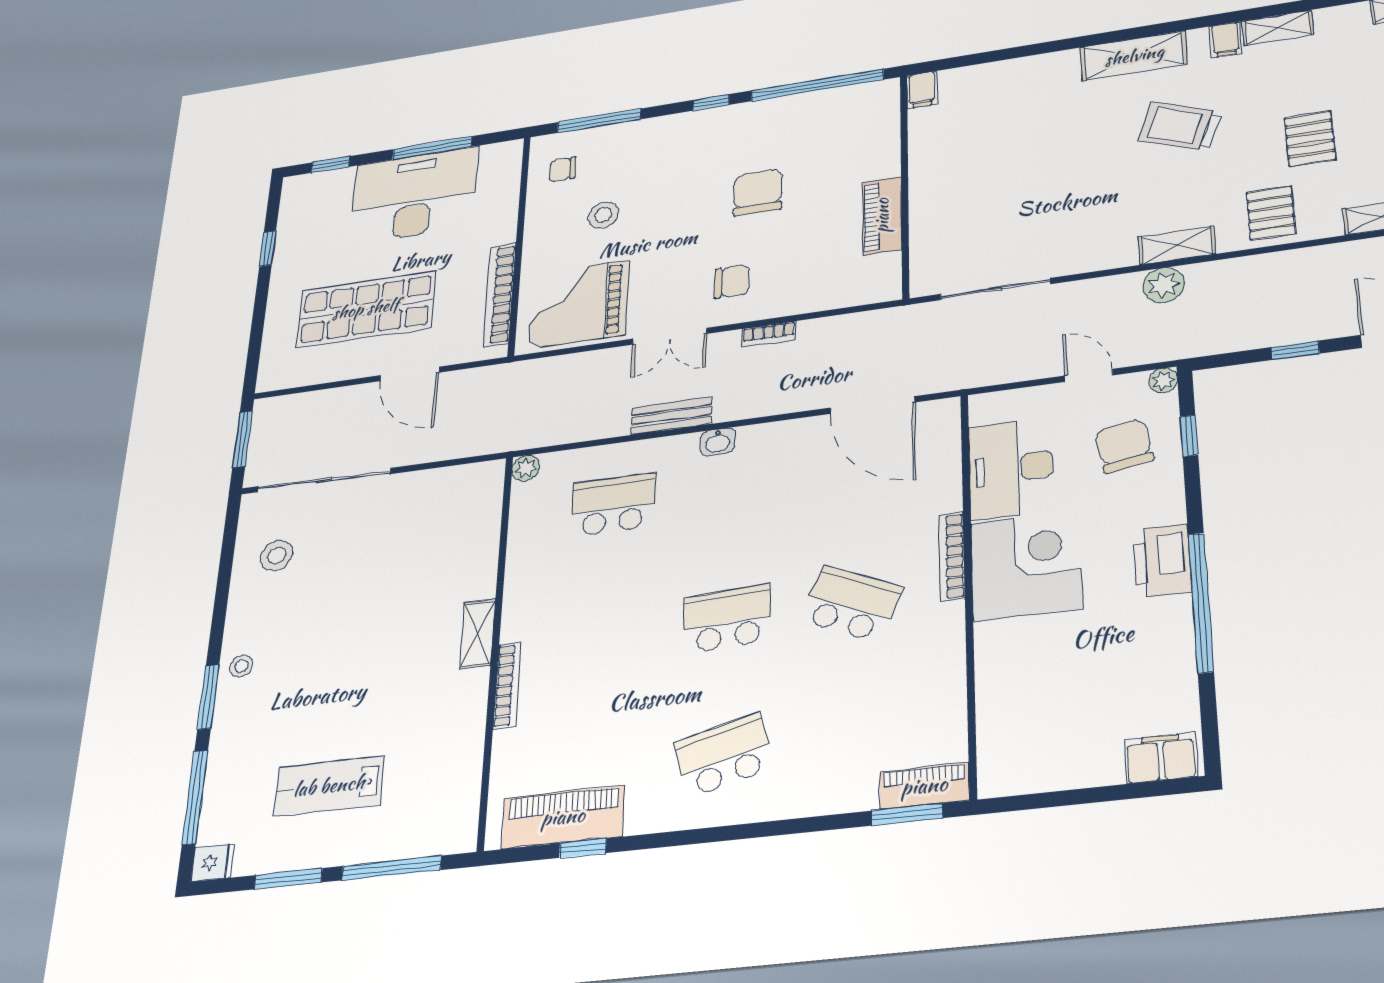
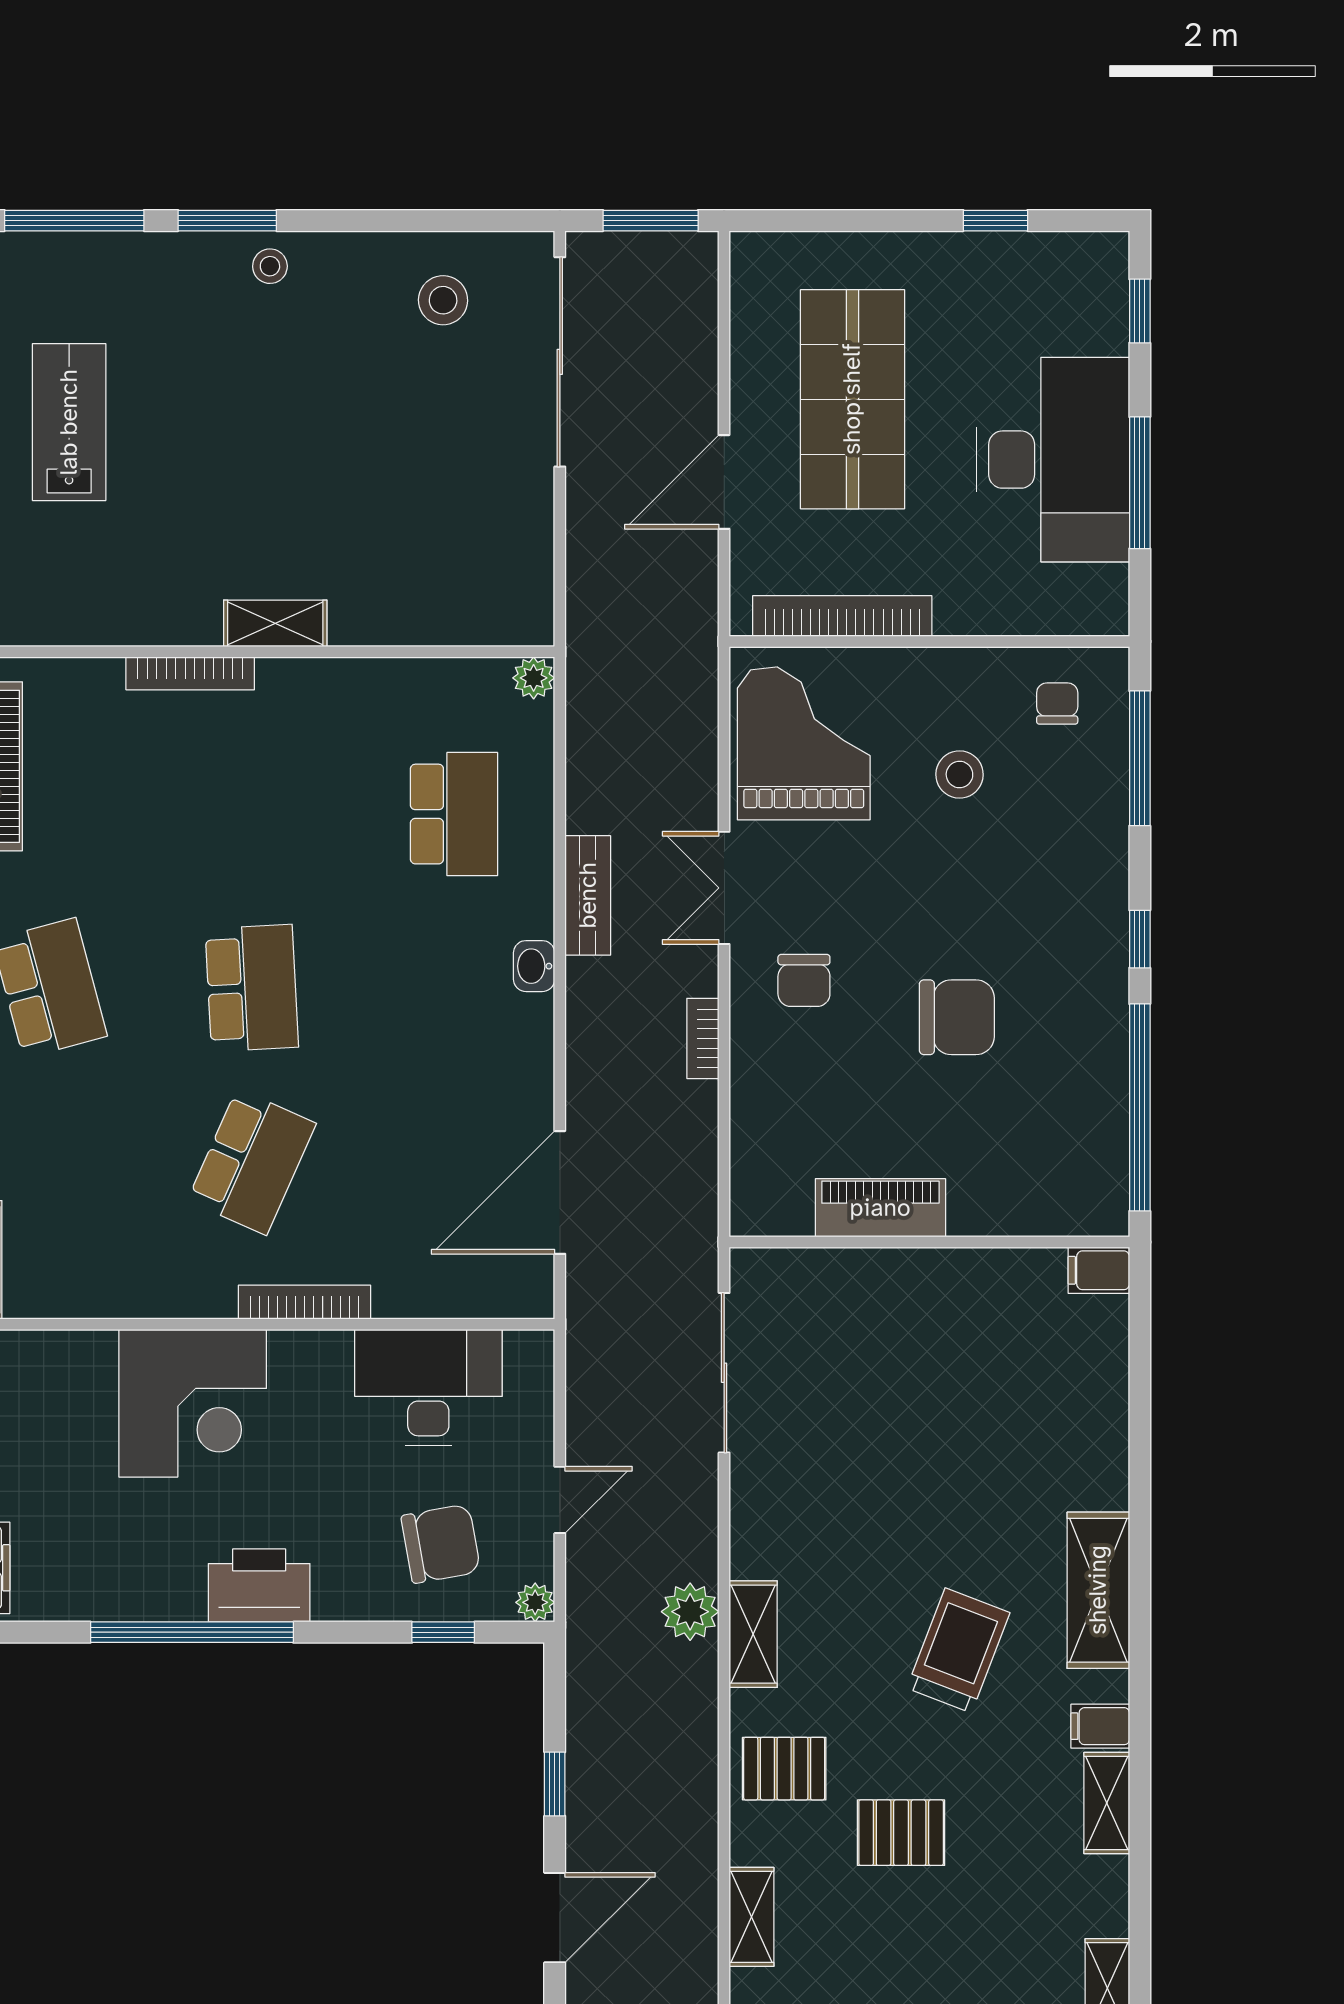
corner desk: (1026, 566) -> (193, 1403), moved

